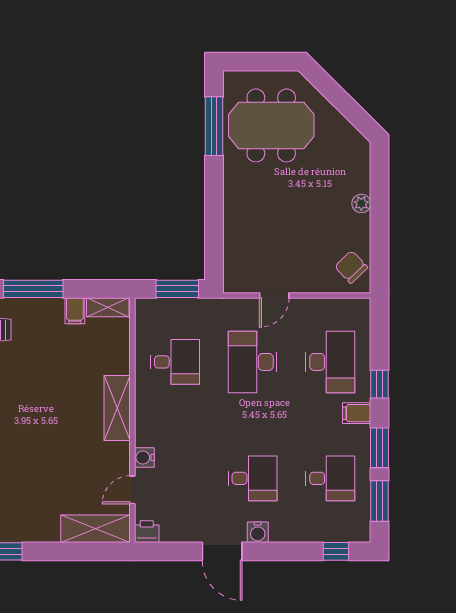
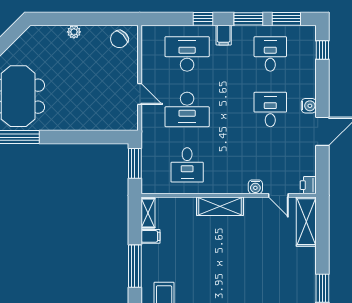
desk: (175, 362) -> (187, 165), turned 180

